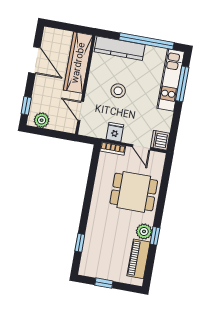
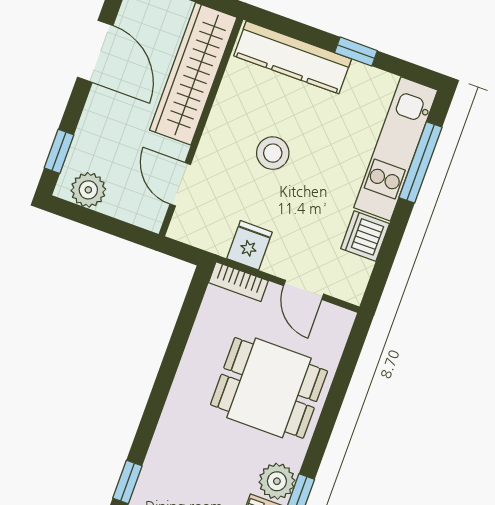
window: (146, 41) -> (356, 52), width x0.32
dishwasher: (160, 140) -> (365, 236), moved

